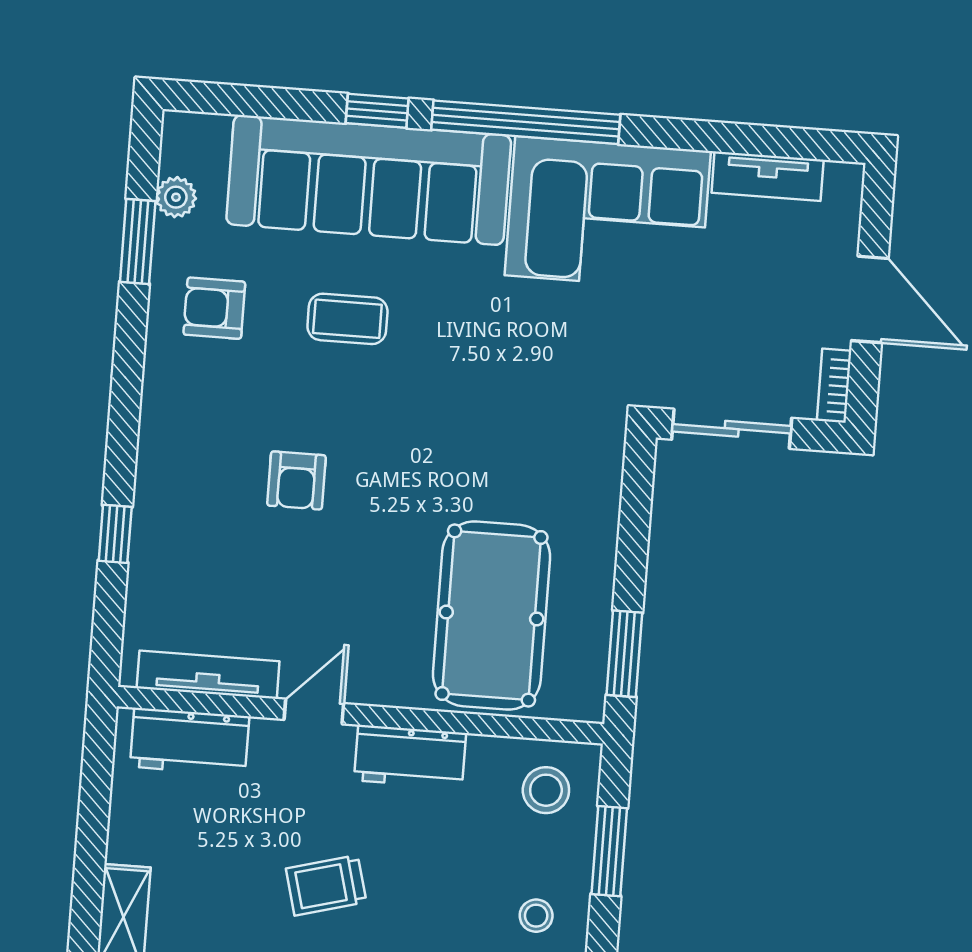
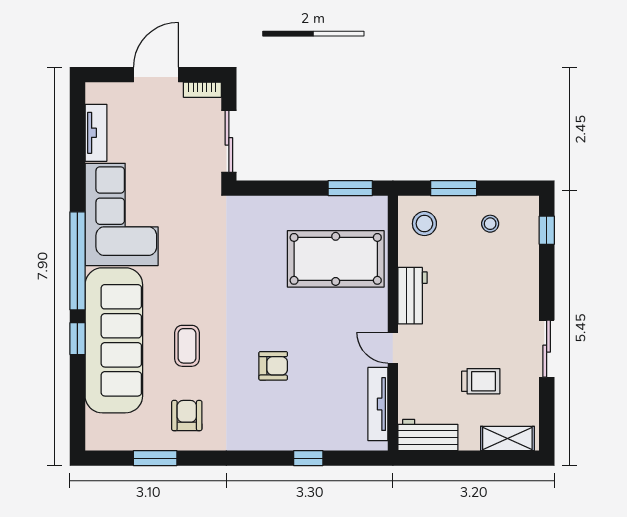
plant: (176, 197) -> (131, 440), removed
armchair: (214, 308) -> (187, 416), turned 180
workbench: (190, 742) -> (428, 435), moved, turned -90
trolley: (326, 885) -> (481, 381), moved, turned -75

